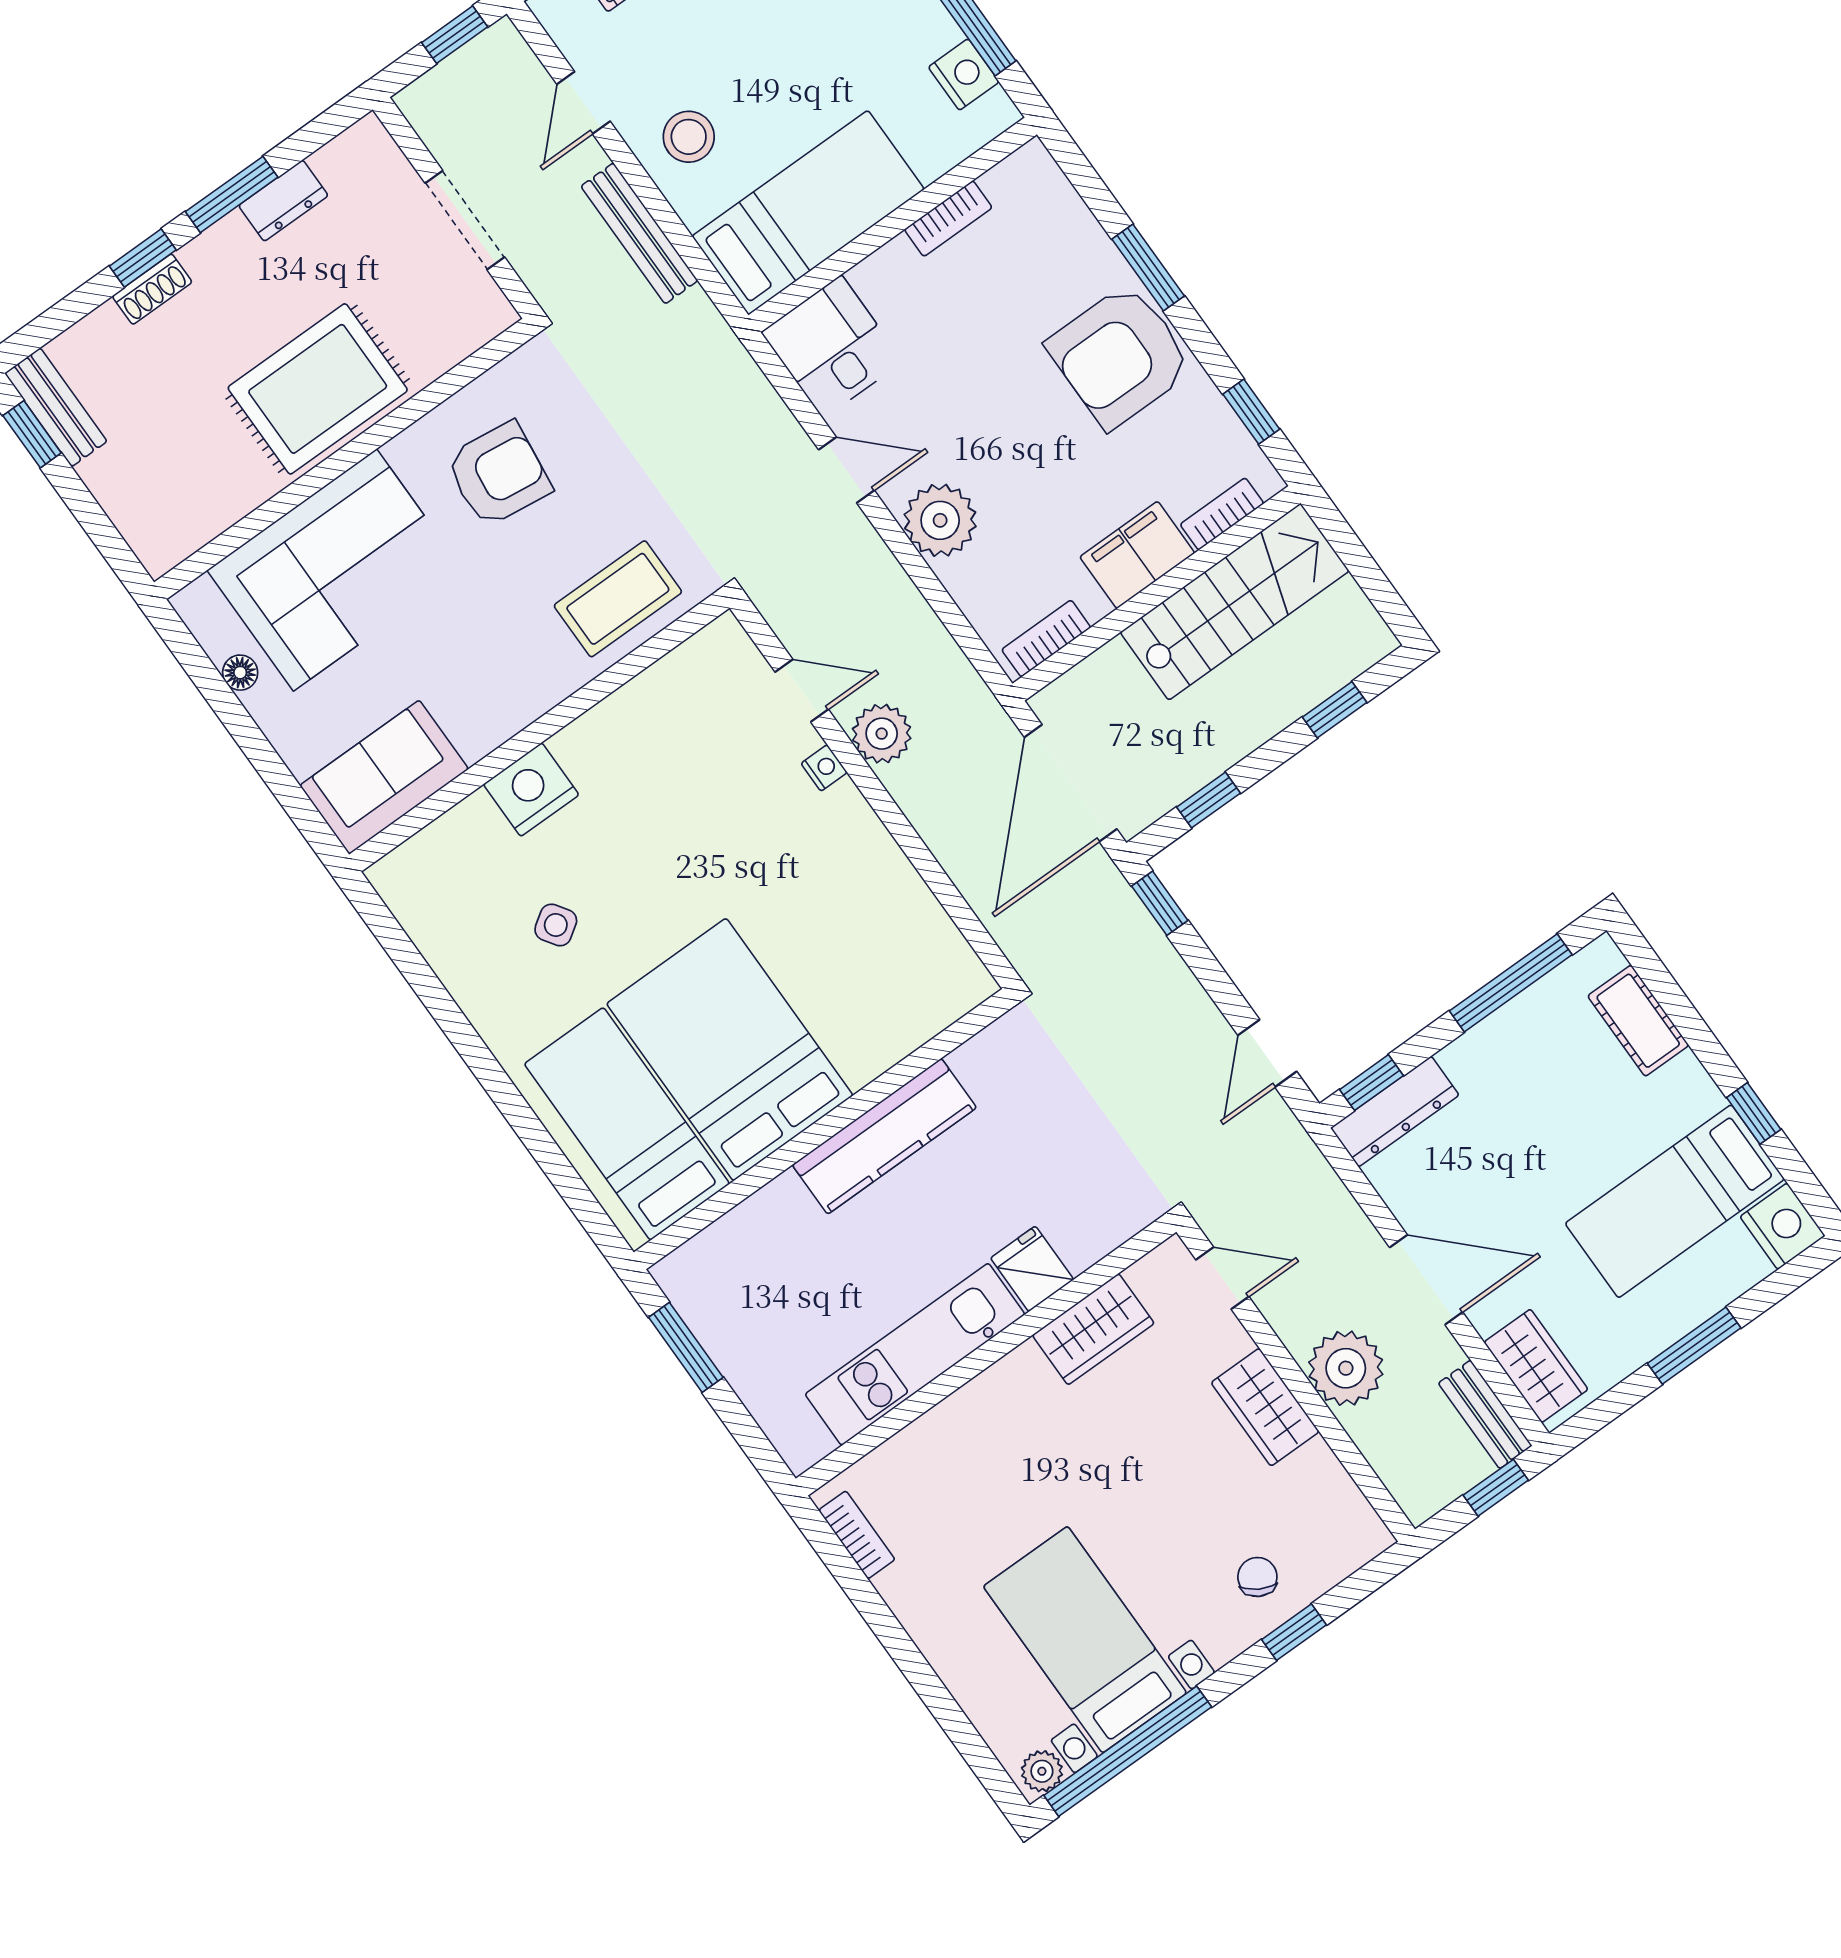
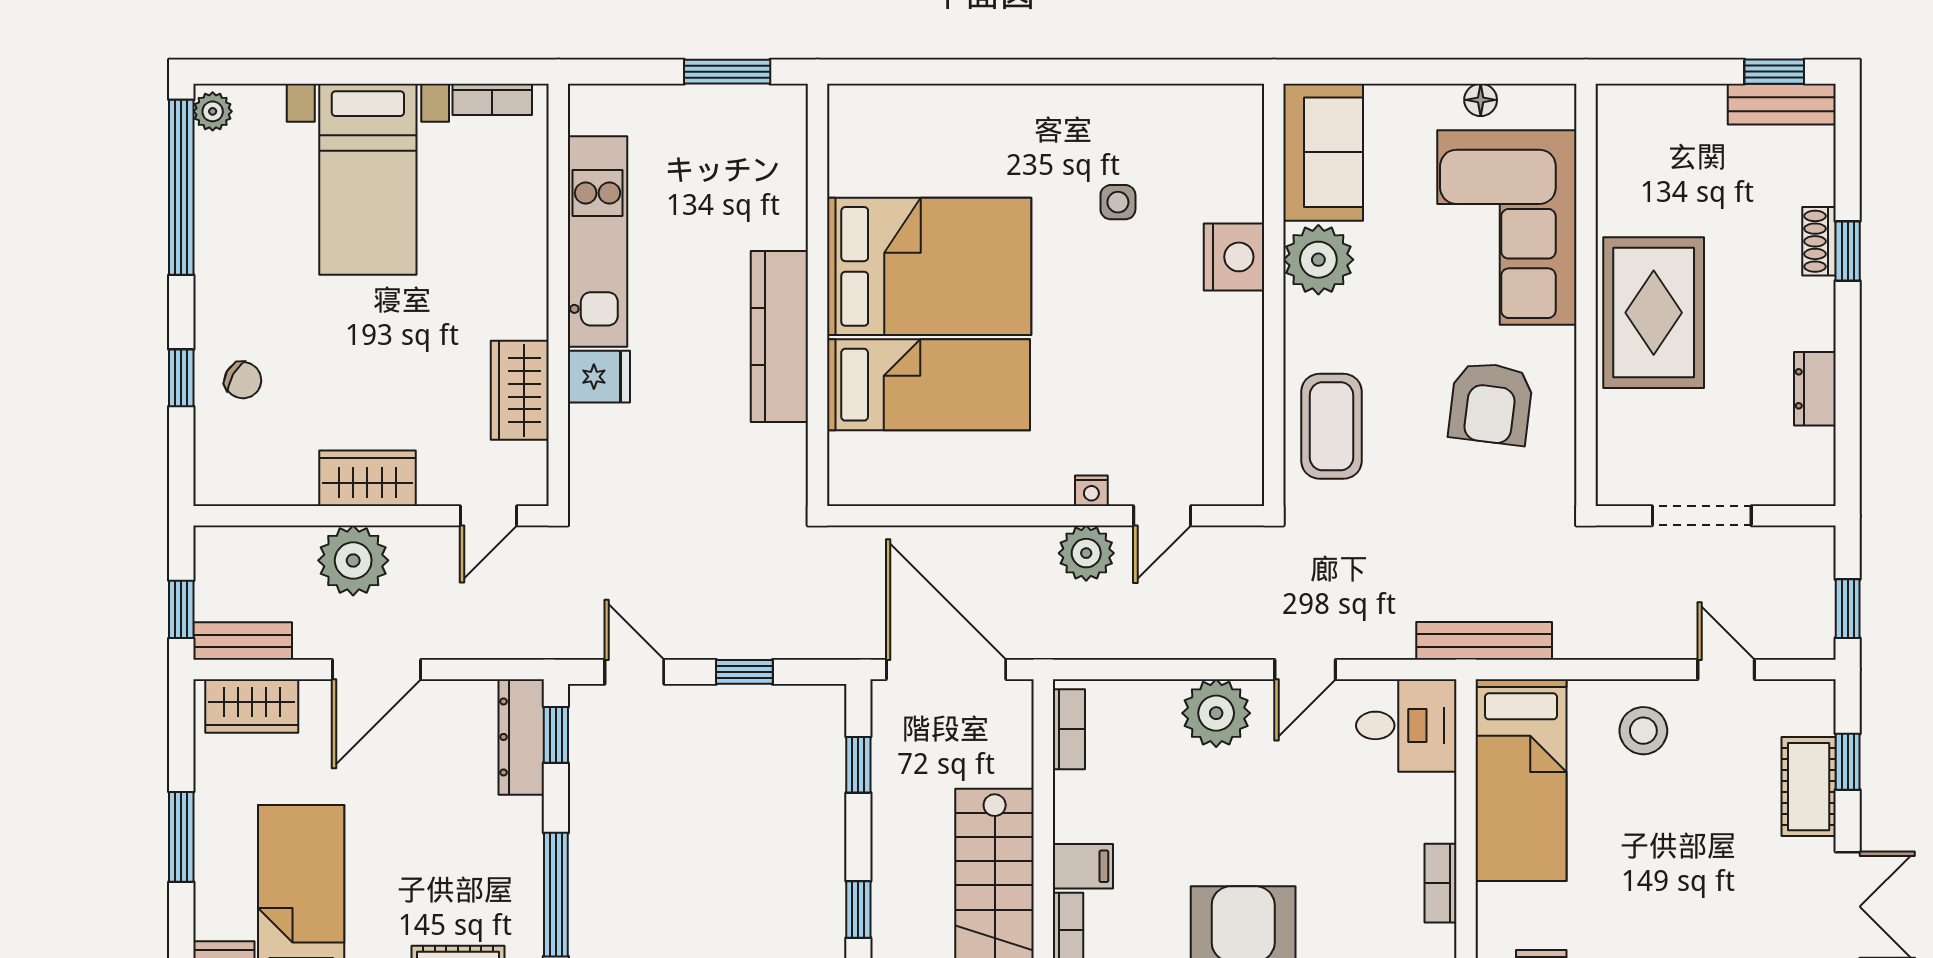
window: (232, 194) -> (1848, 353), removed
bench: (639, 233) -> (1484, 641), moved
filing cabinet: (1137, 555) -> (1083, 866), width x0.50
plant: (481, 714) -> (1318, 260), added
window: (1160, 903) -> (744, 672), moved
side table: (556, 925) -> (1118, 202), turned 34
bed: (627, 1124) -> (929, 385), moved
bed with nightstands: (1085, 1640) -> (368, 179), moved, turned 90

